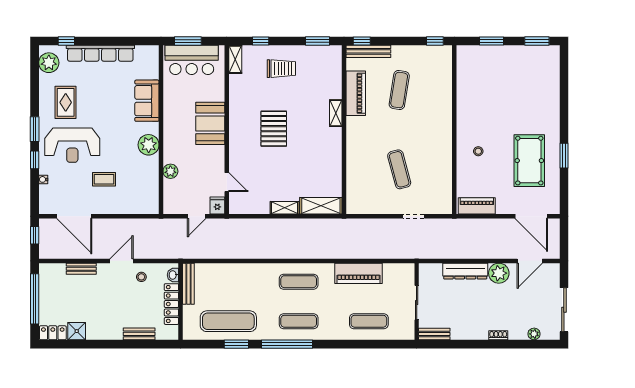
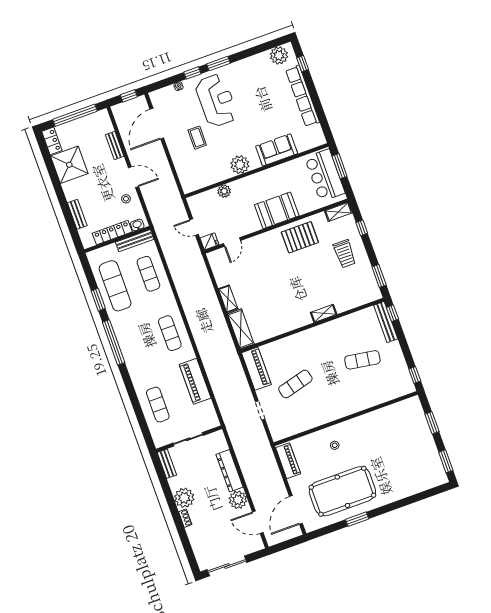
piano: (356, 93) -> (256, 369), moved, turned -90
rug: (66, 102) -> (250, 82), removed
pallet: (274, 129) -> (300, 237), moved
reception desk: (72, 145) -> (216, 100), turned 180
pool table: (529, 161) -> (342, 491), width x1.36, depth x1.32
exercise mat: (299, 321) -> (148, 274), moved
shower: (77, 331) -> (69, 165), width x1.86, depth x1.86
plant: (534, 334) -> (184, 498), moved, width x1.87, depth x1.87

